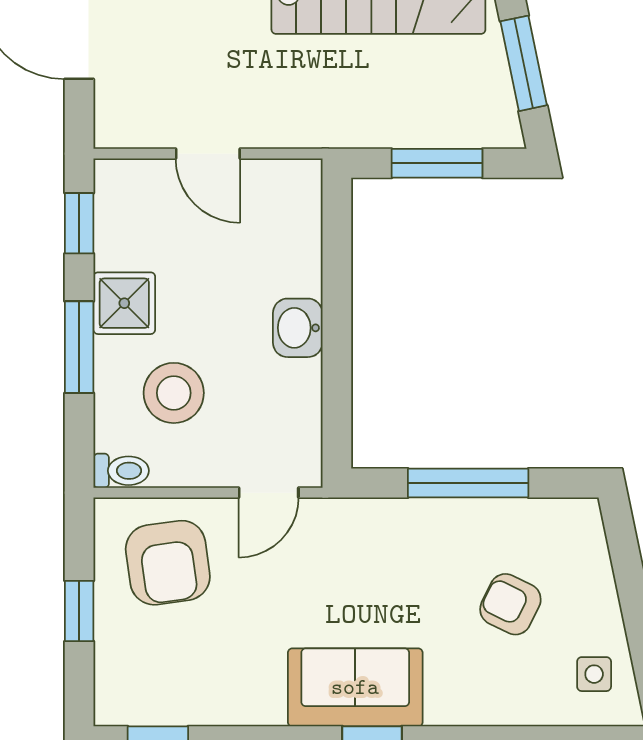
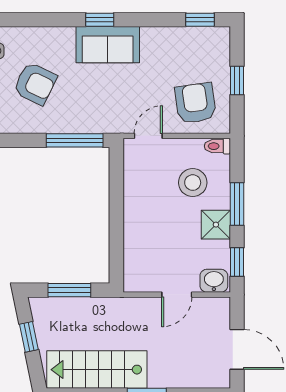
window: (524, 63) -> (29, 337), width x0.67
door: (208, 154) -> (177, 295), swing flipped
washbasin: (298, 328) -> (214, 281), moved, turned -90
window: (468, 483) -> (75, 140), moved
armchair: (510, 604) -> (35, 84), width x1.38, depth x1.38

